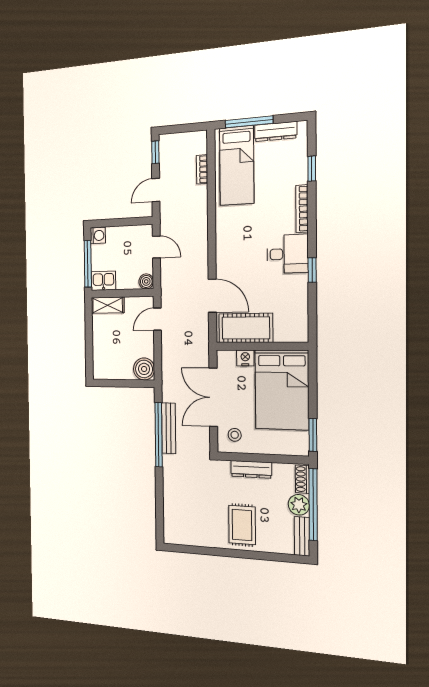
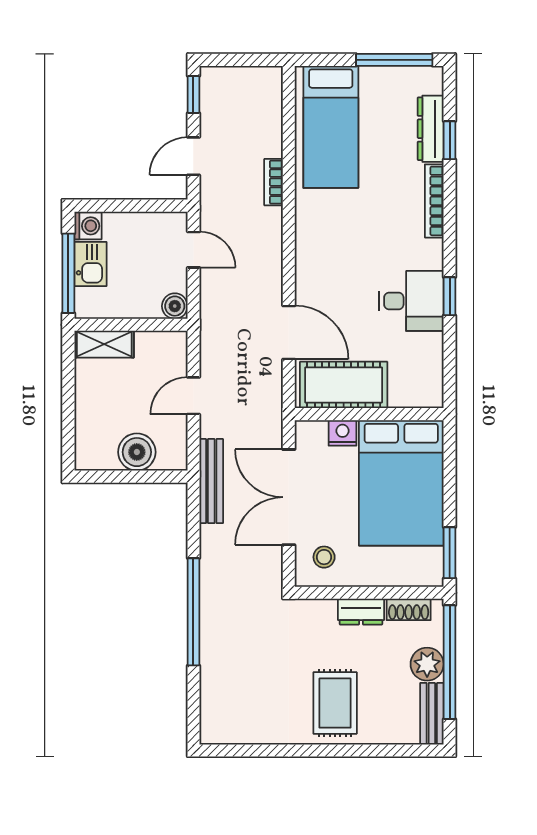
window: (249, 122) -> (394, 60), moved
dresser: (276, 131) -> (431, 129), moved, turned 90
bookcase: (202, 169) -> (274, 182), moved
desk: (287, 254) -> (411, 301), moved
kitchen sink: (103, 281) -> (90, 264), moved, turned 90
door: (157, 319) -> (193, 396), moved
boiler: (144, 369) -> (137, 452), moved
bench: (169, 428) -> (211, 481), moved
window: (159, 435) -> (193, 612), moved
dresser: (251, 469) -> (361, 612), width x0.70
shoe rack: (302, 479) -> (409, 609), moved, turned -90

